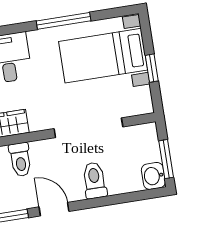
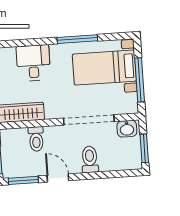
window: (152, 68) -> (140, 80), width x2.17
washbasin: (153, 176) -> (127, 129), moved, turned -90

